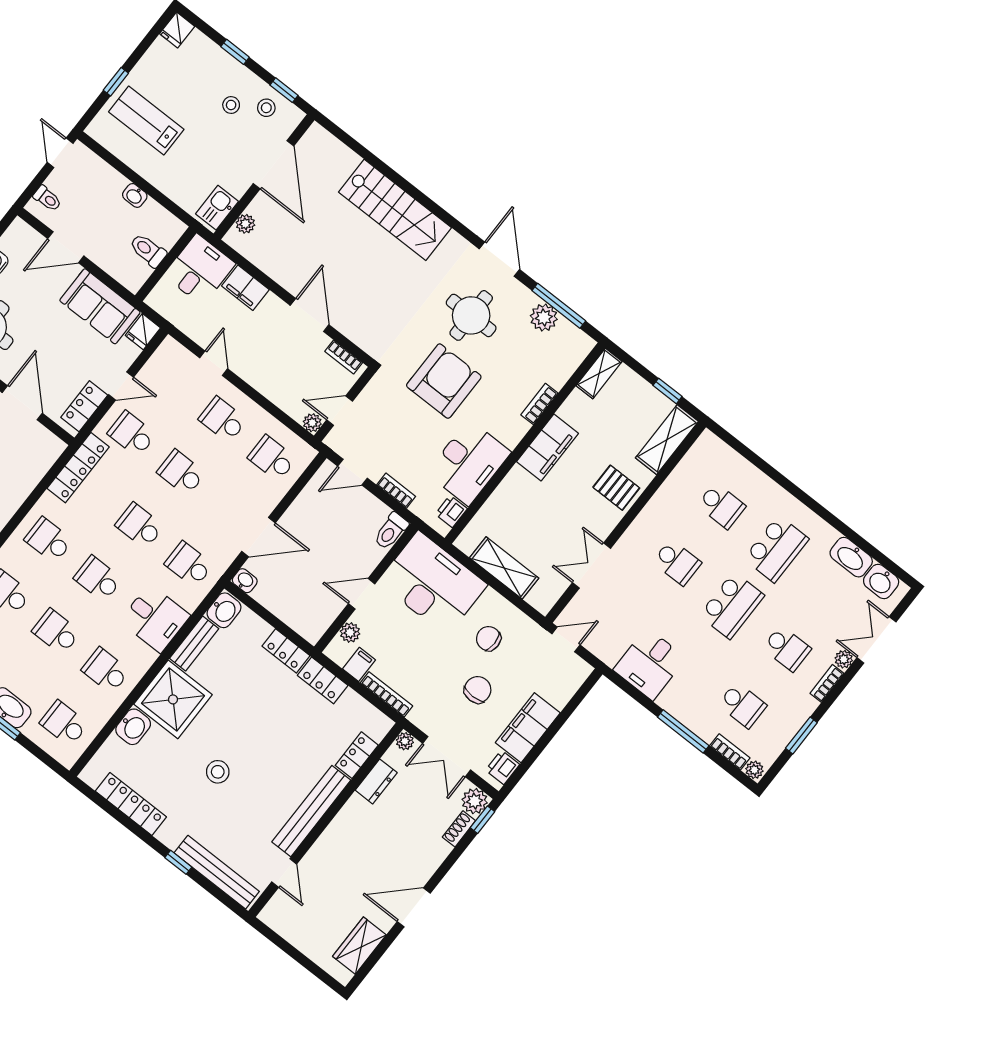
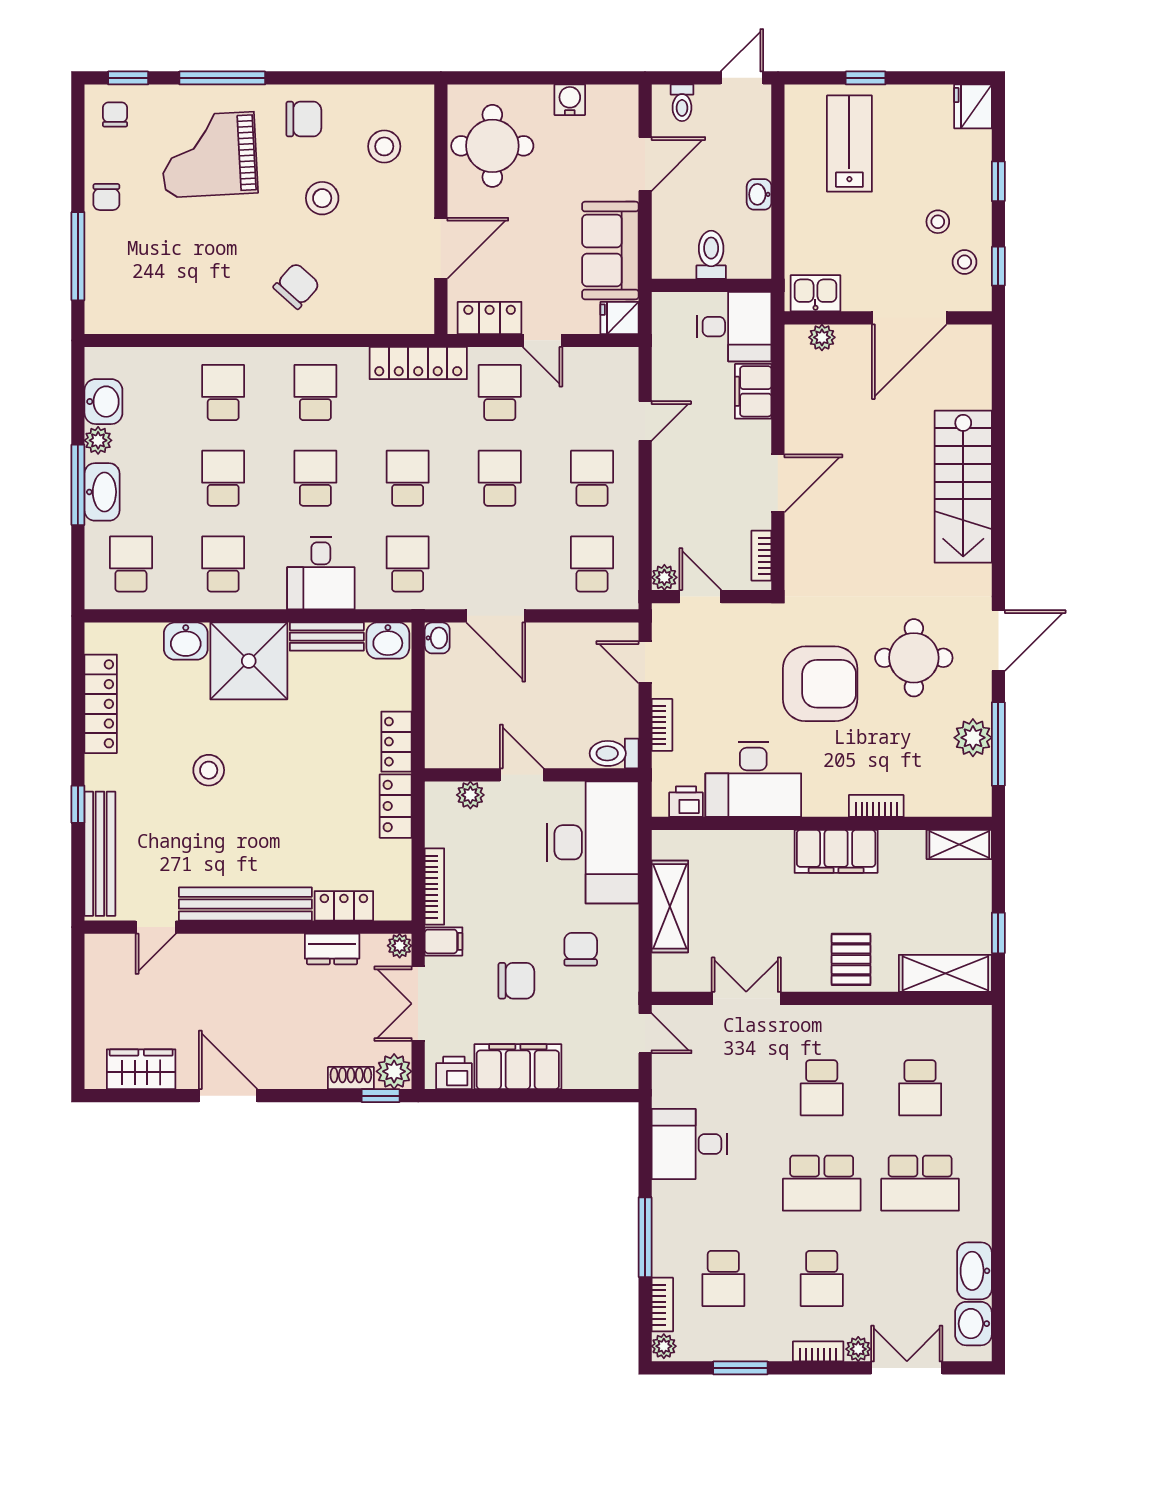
fridge: (177, 30) -> (973, 106), width x1.38
door: (66, 247) -> (645, 164), swing flipped
filing cabinet: (359, 664) -> (444, 941), moved

